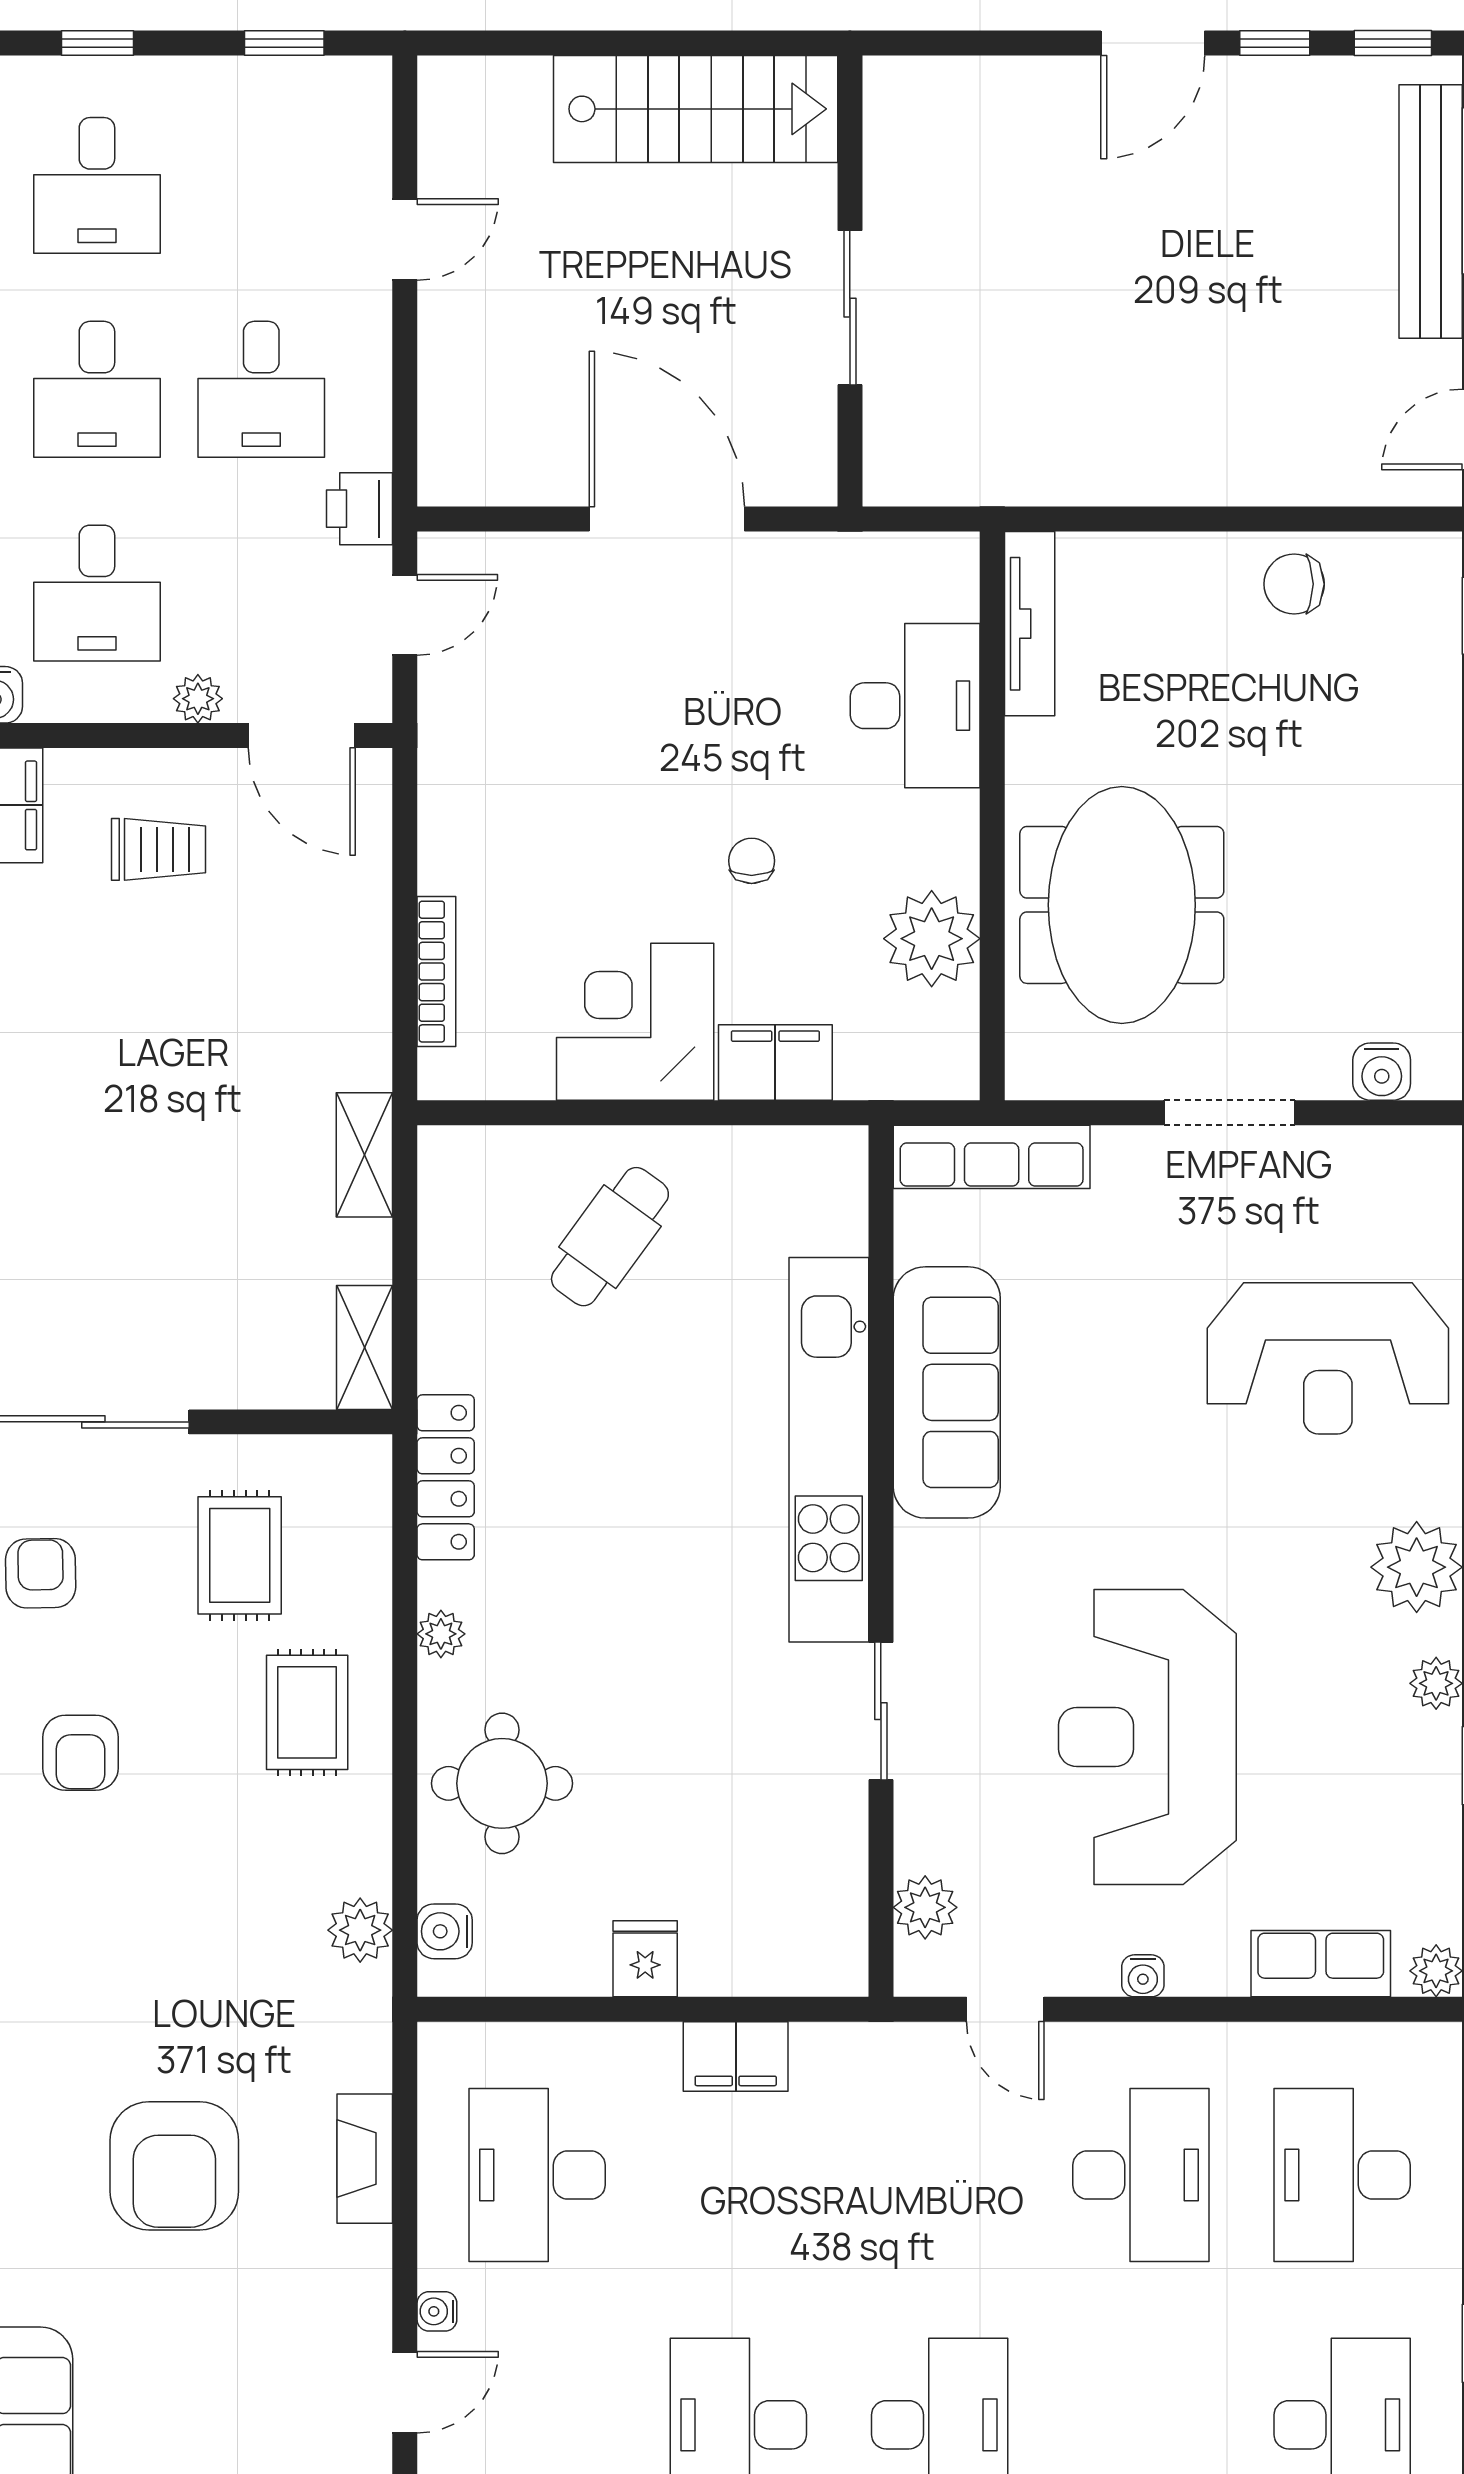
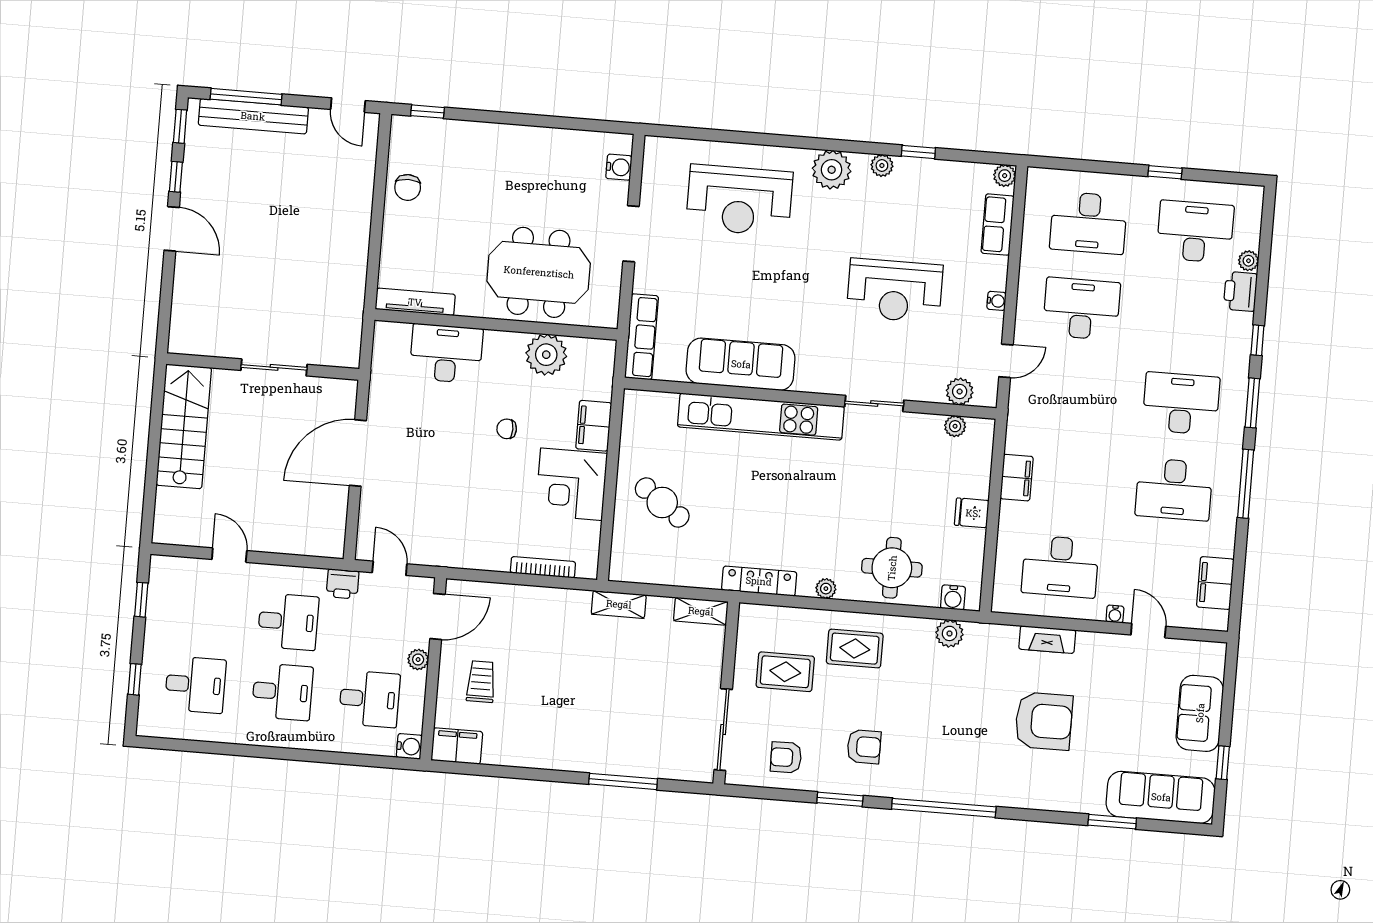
reception desk: (1328, 1358) -> (739, 200), turned 90
reception desk: (1147, 1737) -> (895, 291), width x0.74, depth x0.77
plant: (844, 1903) -> (955, 426), added

